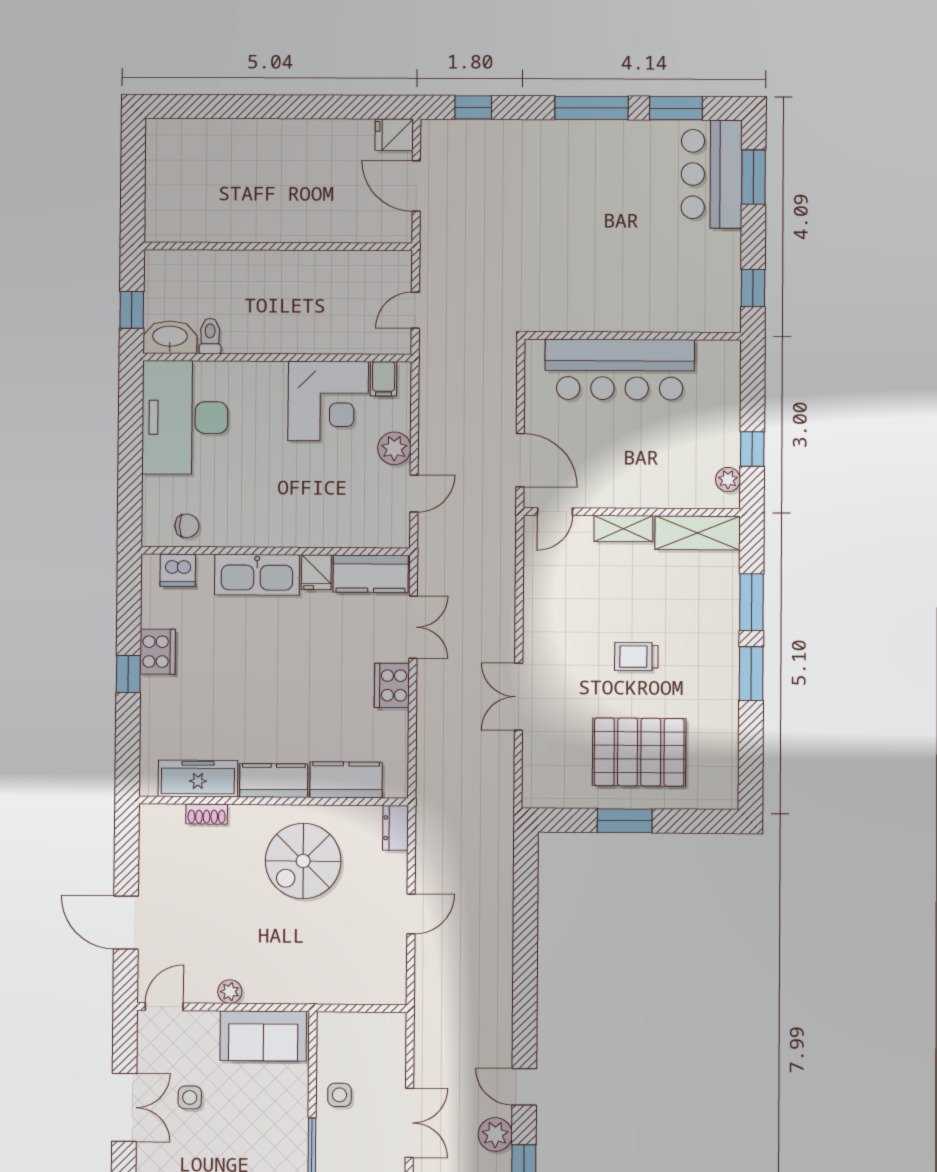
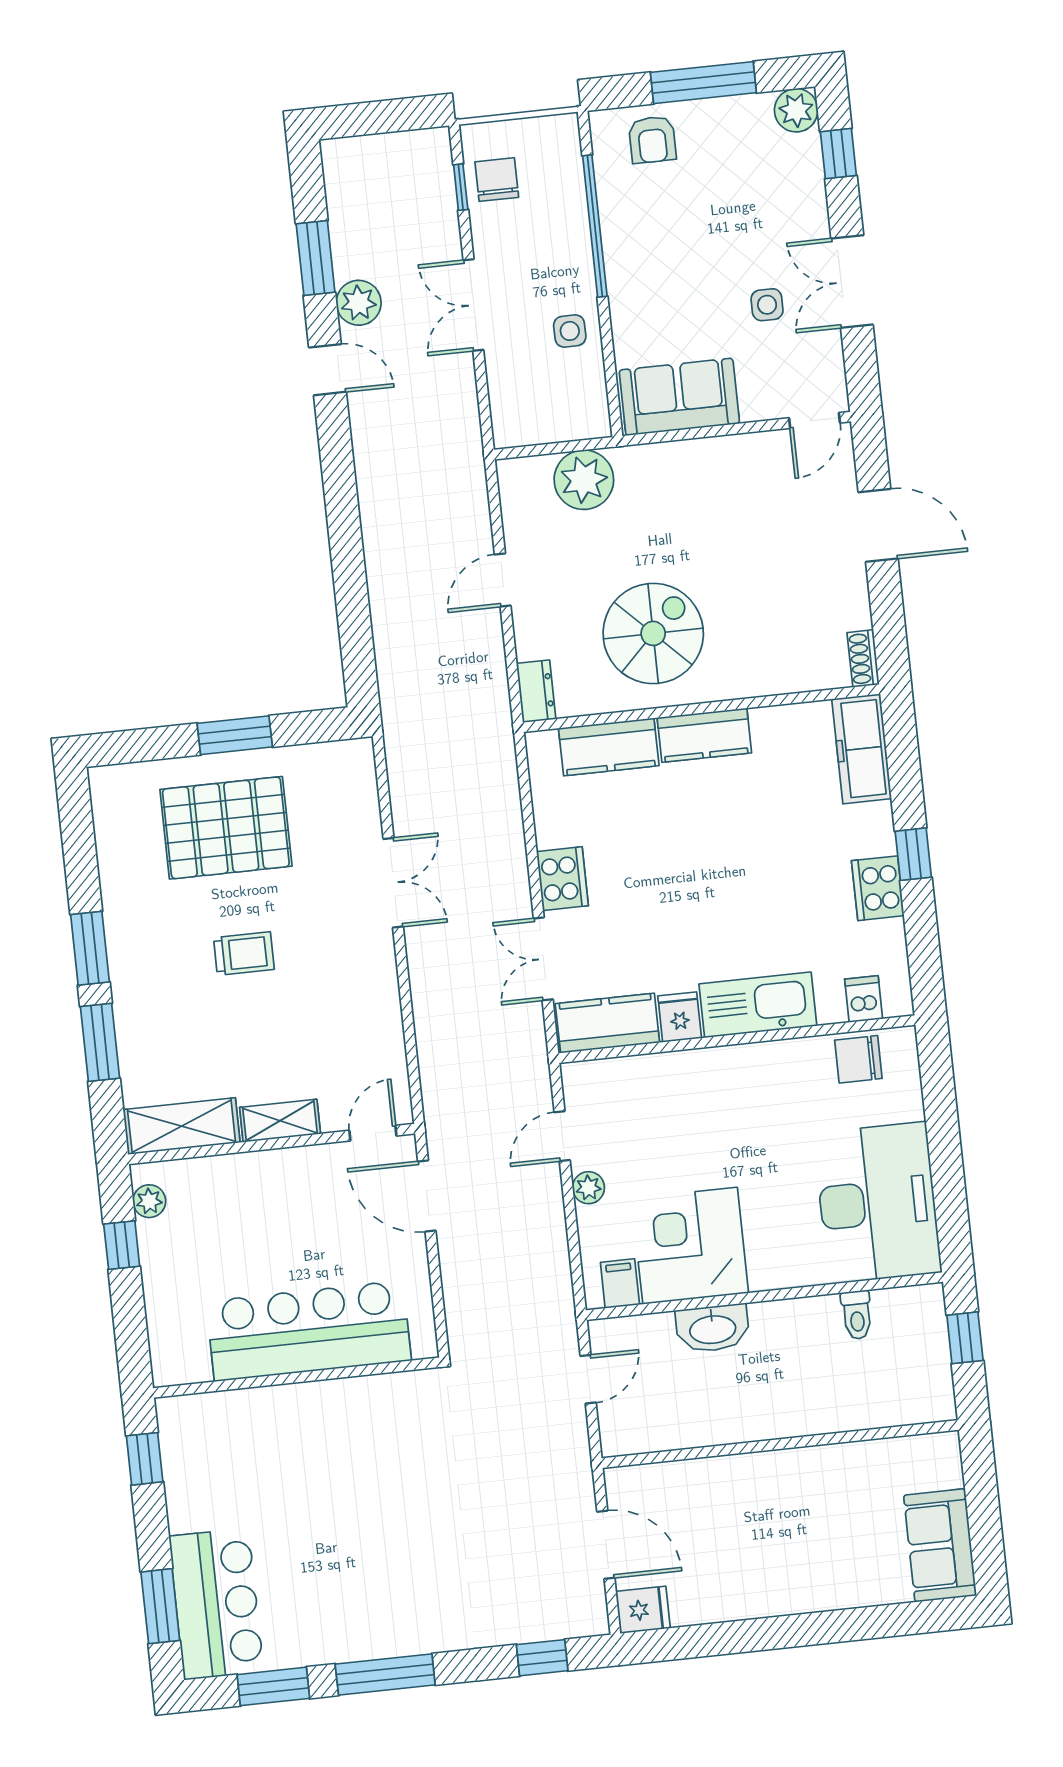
sofa: (168, 158) -> (940, 1545), added
washbasin: (170, 337) -> (713, 1328), moved
plant: (394, 448) -> (588, 1188), width x0.73, depth x0.73
chair: (187, 526) -> (858, 1059), width x1.37, depth x1.37
dishwasher: (178, 570) -> (864, 999), width x0.73
freezer: (198, 778) -> (862, 749), moved, turned 90
shoe rack: (207, 814) -> (863, 658), moved, turned -90
plant: (230, 992) -> (584, 480), moved, width x1.87, depth x1.87

